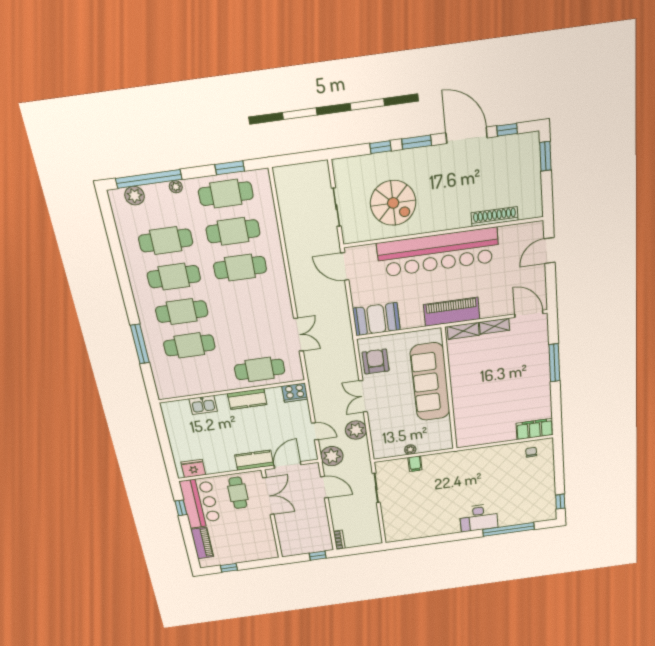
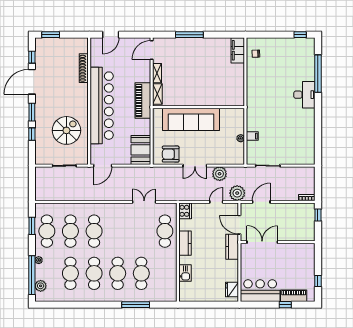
door: (550, 251) -> (111, 35), hinge flipped
cafe table: (238, 493) -> (256, 263), removed
window: (181, 508) -> (285, 305), moved

